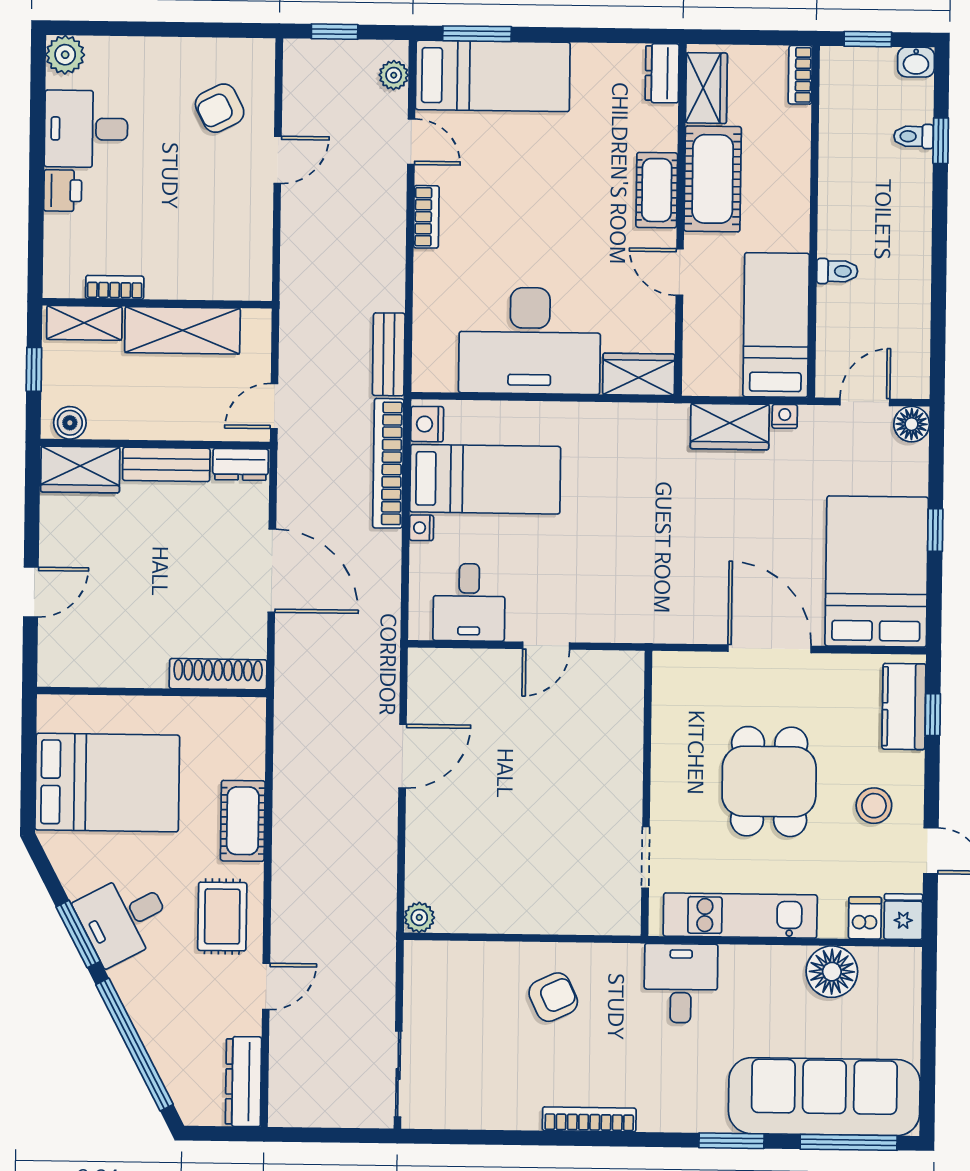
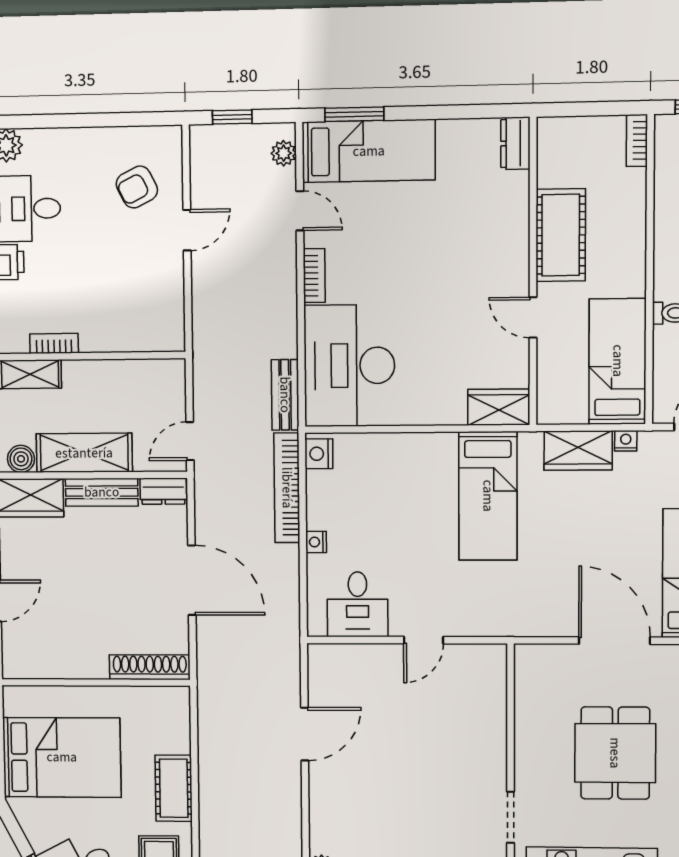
wardrobe: (706, 88) -> (554, 155), removed
cot: (657, 190) -> (512, 246), removed
shelving: (182, 330) -> (84, 453), moved
desk: (530, 341) -> (349, 366), moved, turned 90
bed: (485, 479) -> (488, 496), moved, turned 90

